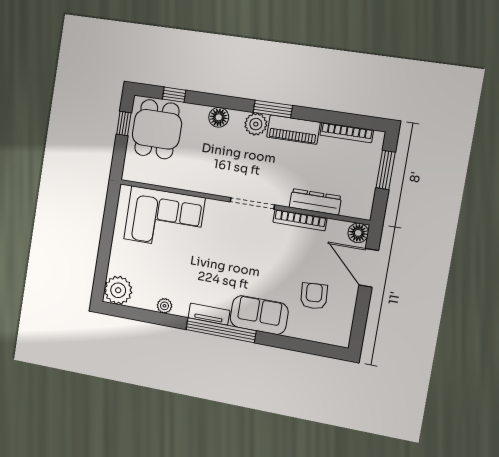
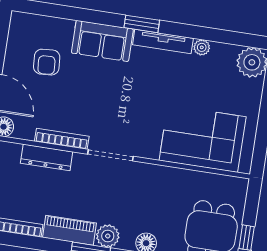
tv unit: (209, 314) -> (163, 41), width x1.41
window: (221, 330) -> (142, 24), width x0.47

